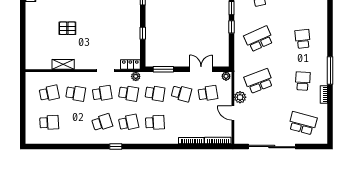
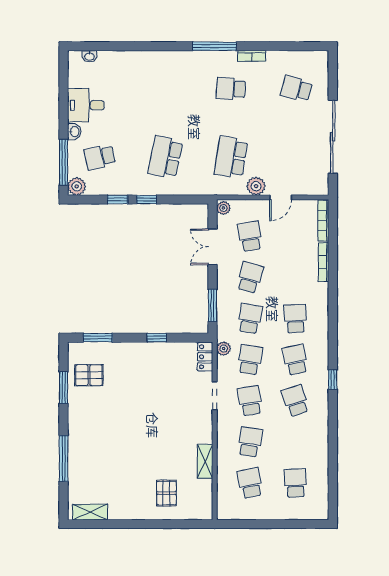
pallet: (67, 28) -> (166, 493), moved
school desk: (259, 39) -> (165, 157), turned 36
school desk: (303, 39) -> (165, 89), removed
school desk: (259, 81) -> (231, 157), turned 30
school desk: (303, 123) -> (297, 89), width x0.54

